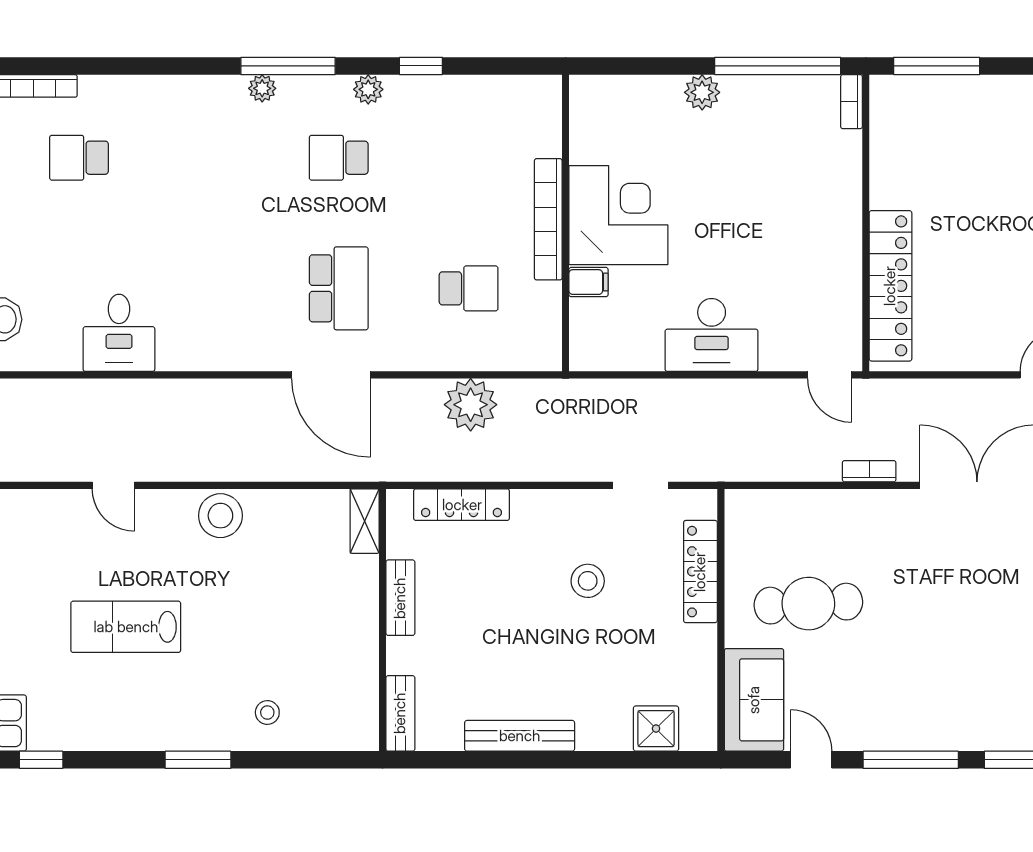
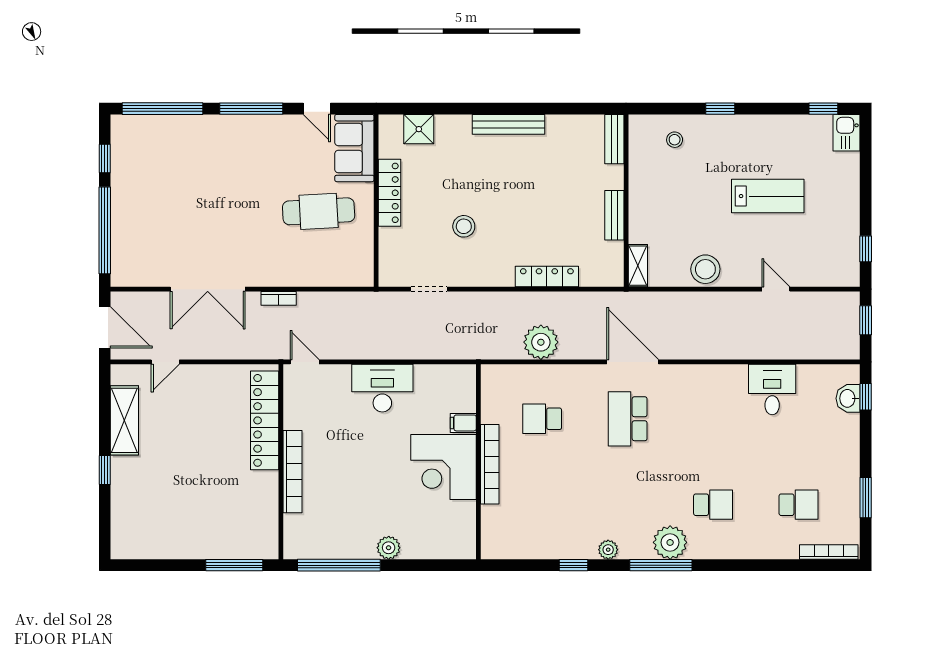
plant: (262, 88) -> (670, 542), width x1.88, depth x1.88
bookcase: (852, 102) -> (292, 472), moved, width x2.31, depth x1.31
school desk: (339, 158) -> (713, 505), moved
shelving: (365, 521) -> (638, 266), moved
locker: (700, 572) -> (390, 193), moved
bench: (400, 598) -> (614, 215), moved
wall: (383, 620) -> (626, 201), moved
bench: (400, 713) -> (614, 139), moved
window: (198, 760) -> (720, 109), width x0.67

